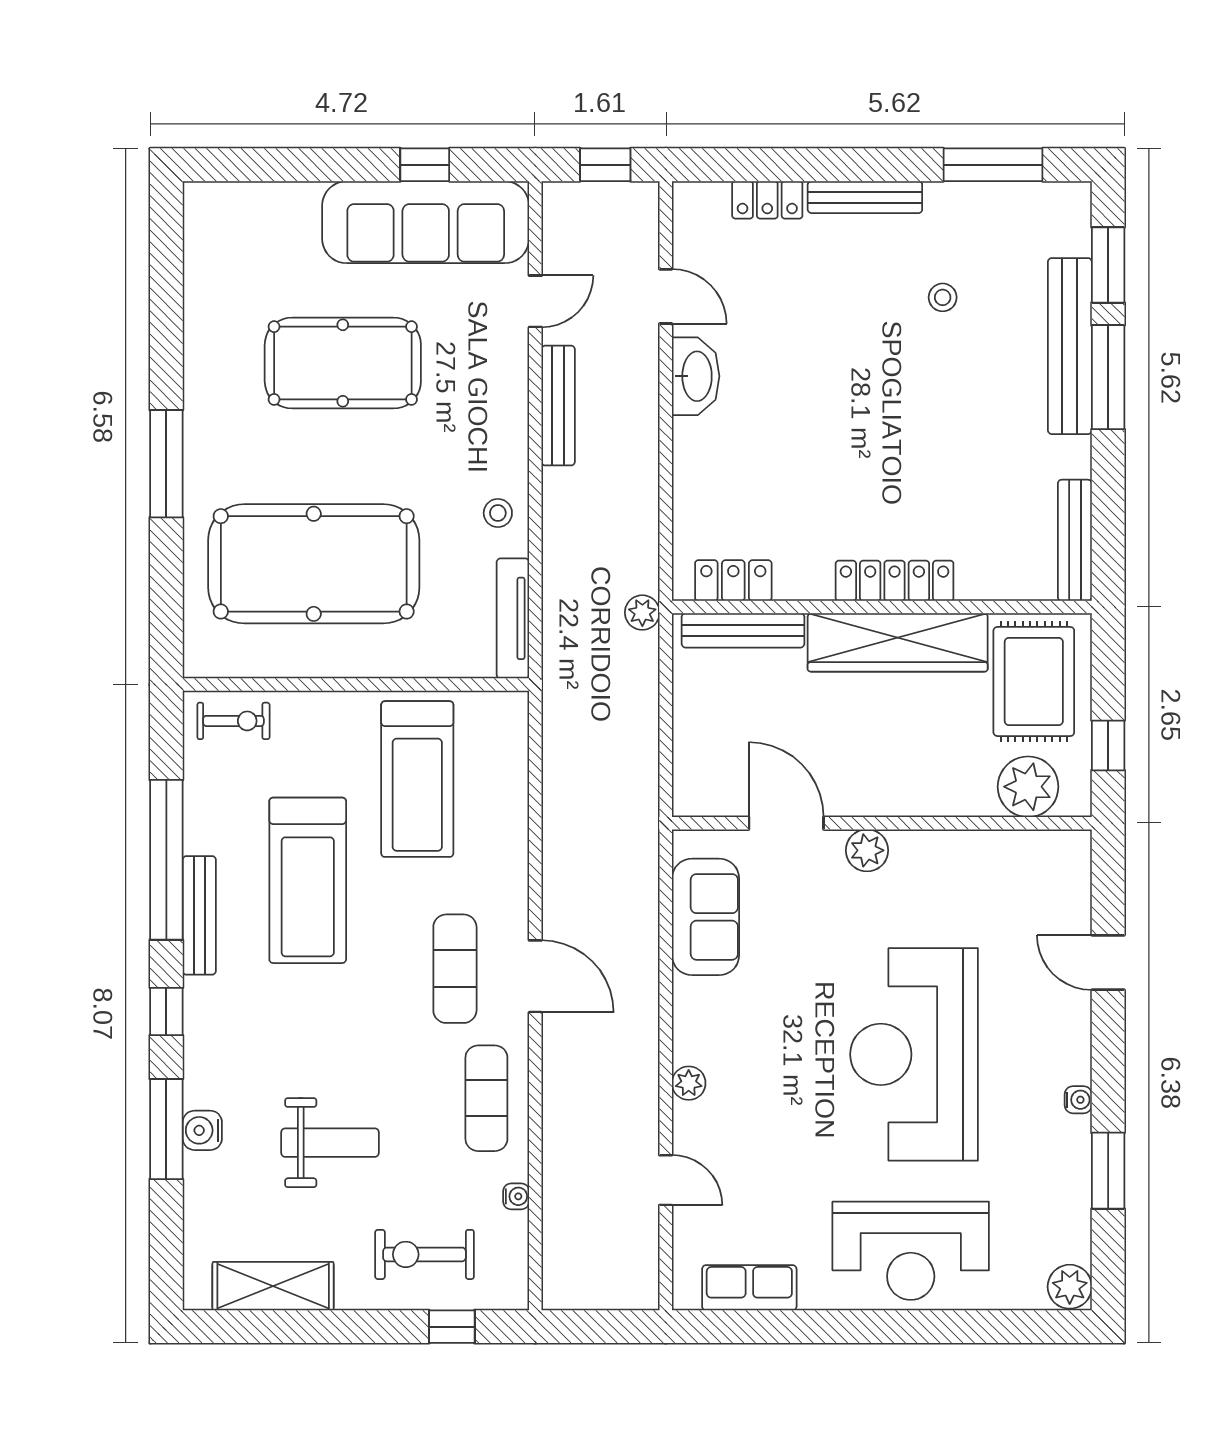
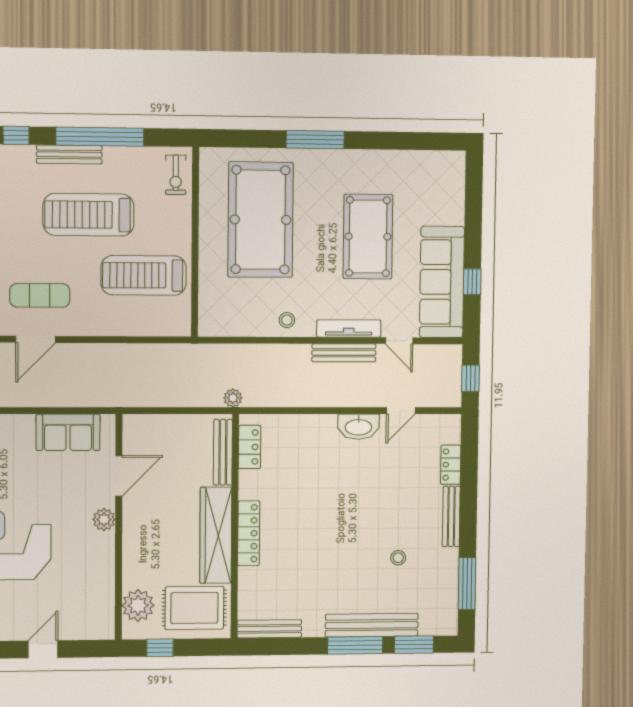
tv unit: (513, 618) -> (349, 328), moved

